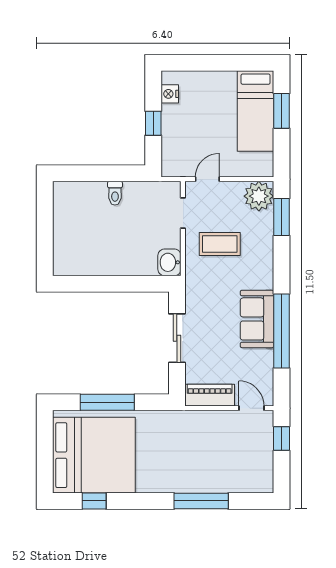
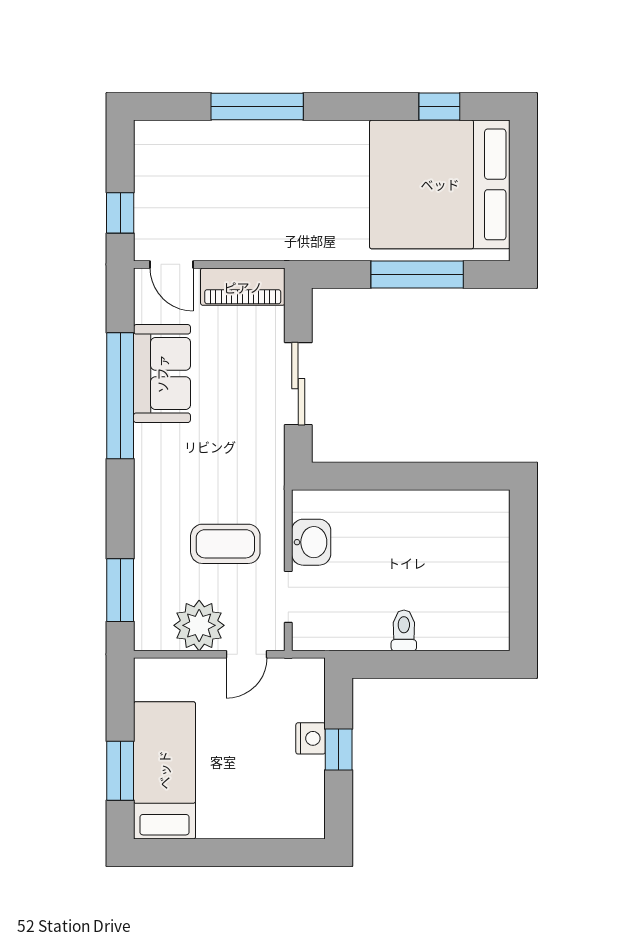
nightstand: (170, 94) -> (311, 738), moved
plant: (259, 196) -> (199, 625), moved
washbasin: (169, 262) -> (311, 542), moved
sofa: (257, 319) -> (162, 374), moved

